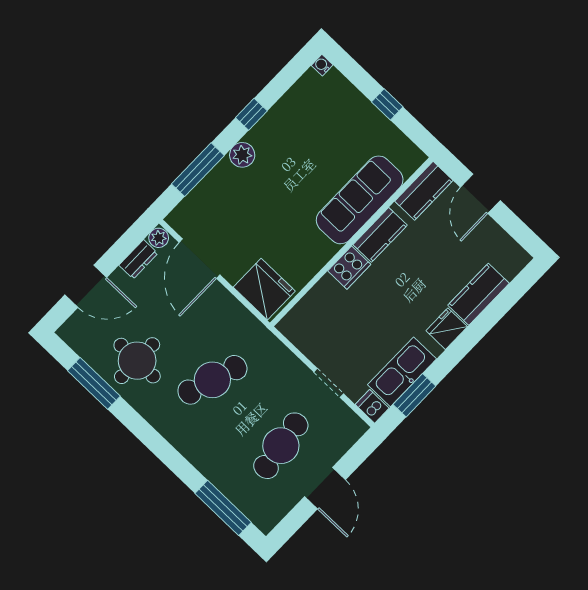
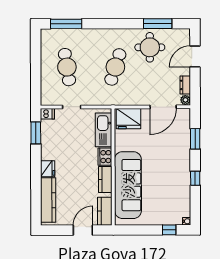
window: (387, 104) -> (169, 230), moved
plant: (242, 155) -> (184, 160), removed
window: (198, 170) -> (195, 139), width x0.69
door: (480, 194) -> (83, 230), hinge flipped
sofa: (360, 200) -> (128, 185), width x1.36, depth x1.27
door: (199, 259) -> (163, 107), swing flipped
kitchen counter: (479, 294) -> (48, 200), width x1.50
kitchen sink: (402, 372) -> (104, 130), moved, turned 180
door: (325, 488) -> (36, 67), removed

